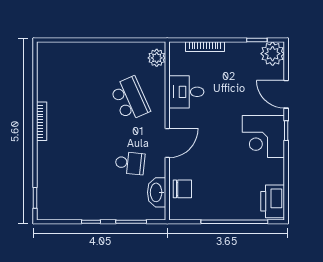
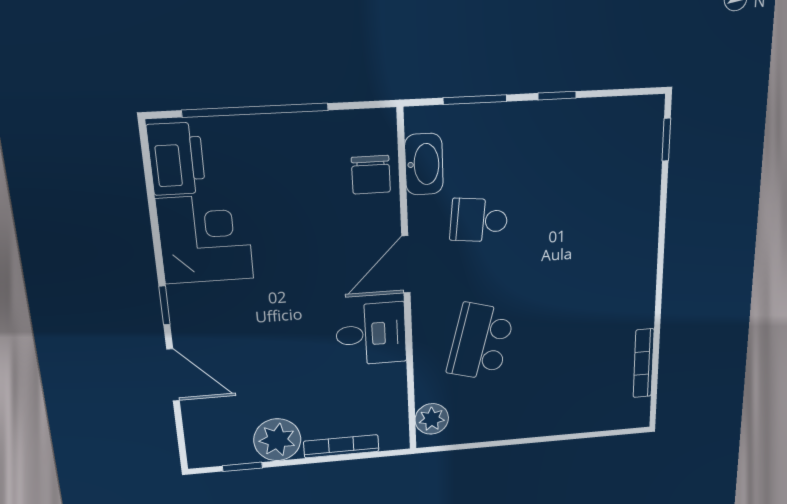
plant: (273, 54) -> (277, 440), moved
desk: (186, 92) -> (371, 334), moved
school desk: (130, 99) -> (481, 342), turned 39
bookcase: (42, 121) -> (644, 363), moved
corner desk: (263, 137) -> (205, 239), moved
chair: (182, 189) -> (371, 175), turned -90

